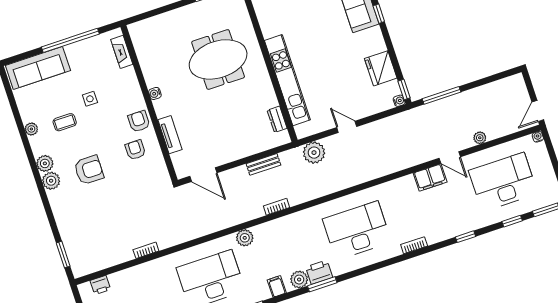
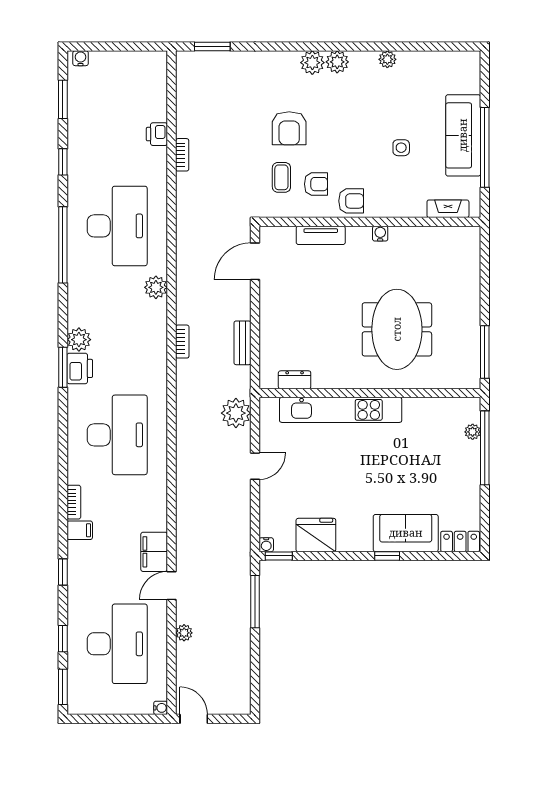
sofa: (38, 68) -> (463, 135), moved
coffee table: (65, 122) -> (281, 177), moved
armchair: (89, 170) -> (289, 128), moved
printer: (100, 285) -> (157, 134), moved
filing cabinet: (277, 286) -> (80, 530), moved

